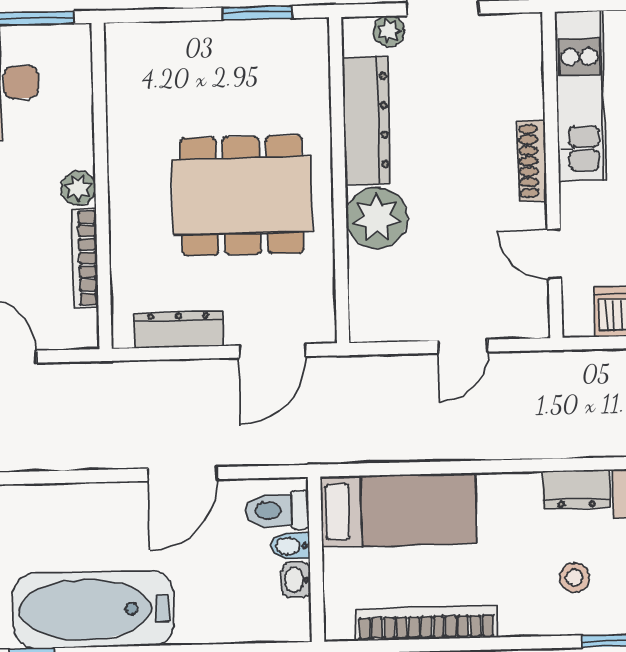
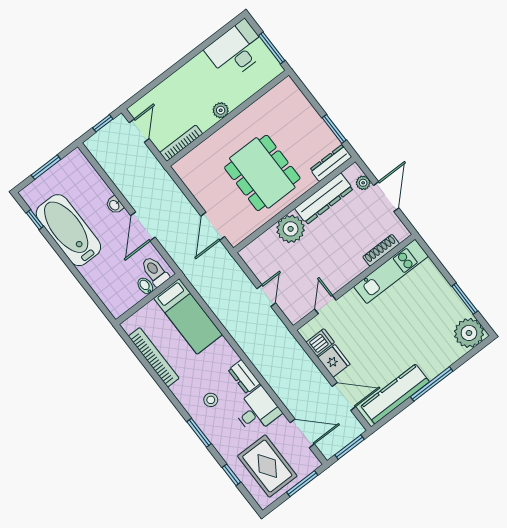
shoe rack: (532, 161) -> (381, 250), moved
bookcase: (85, 258) -> (181, 143), moved
dresser: (179, 330) -> (331, 163), moved, turned -90
door: (463, 346) -> (266, 296), swing flipped
door: (272, 351) -> (213, 226), hinge flipped
door: (183, 474) -> (143, 226), hinge flipped
washbasin: (296, 580) -> (115, 205), moved, turned -90

